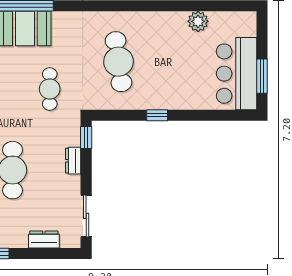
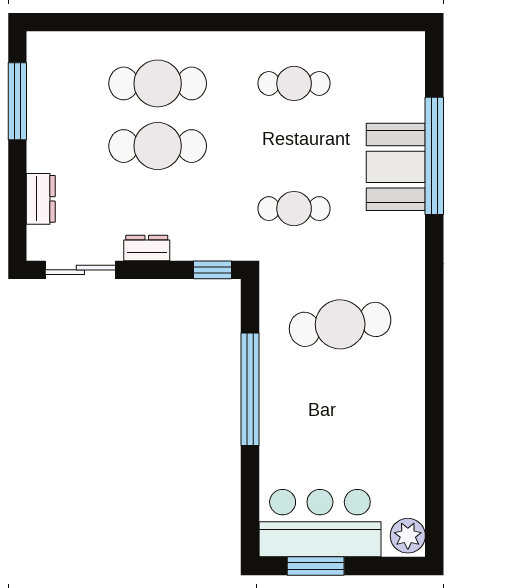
plant: (198, 21) -> (408, 536), moved
window: (157, 115) -> (250, 389), width x3.17
dresser: (73, 161) -> (147, 248), moved

